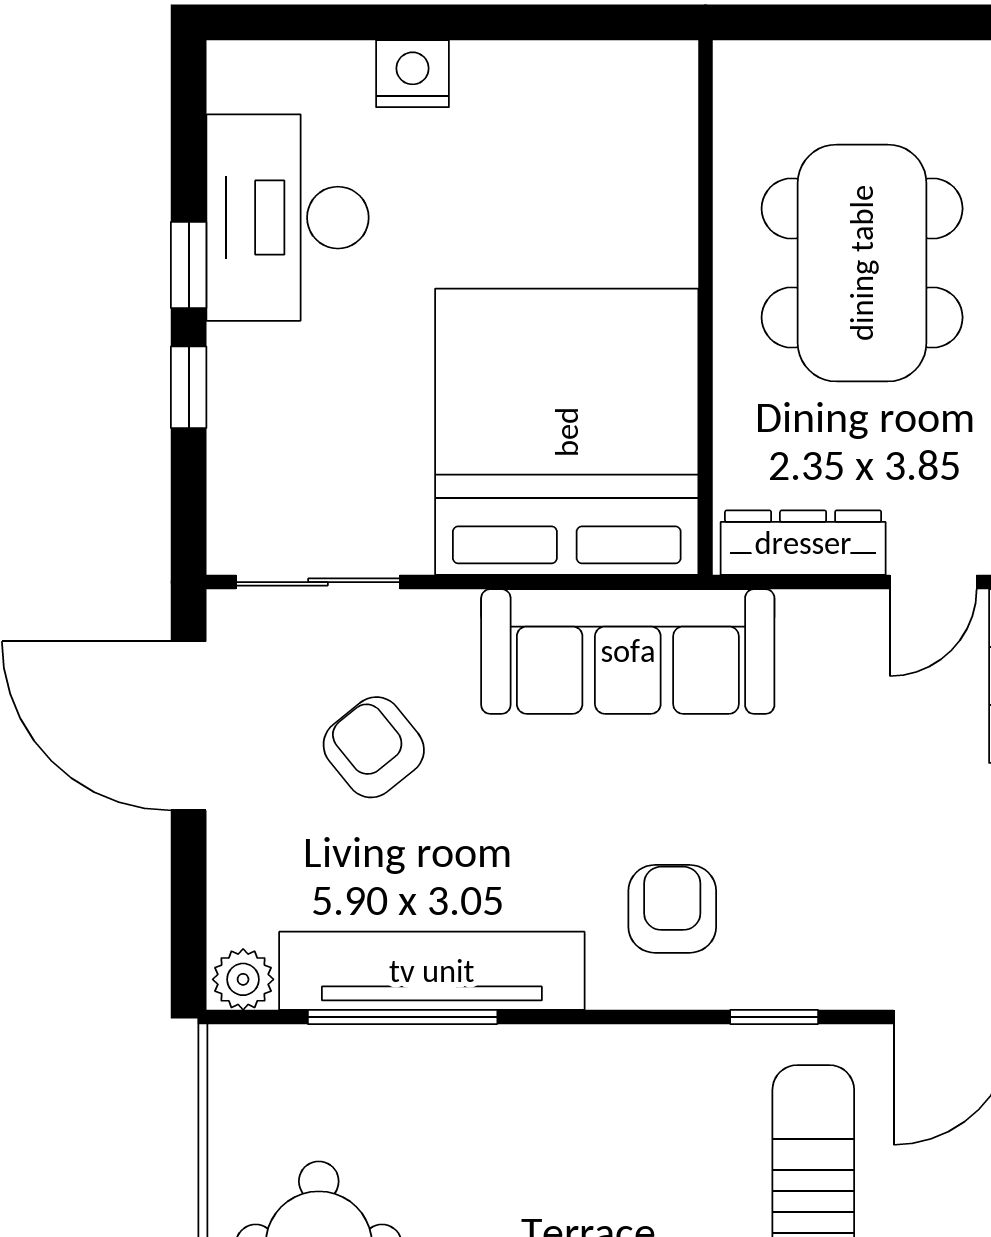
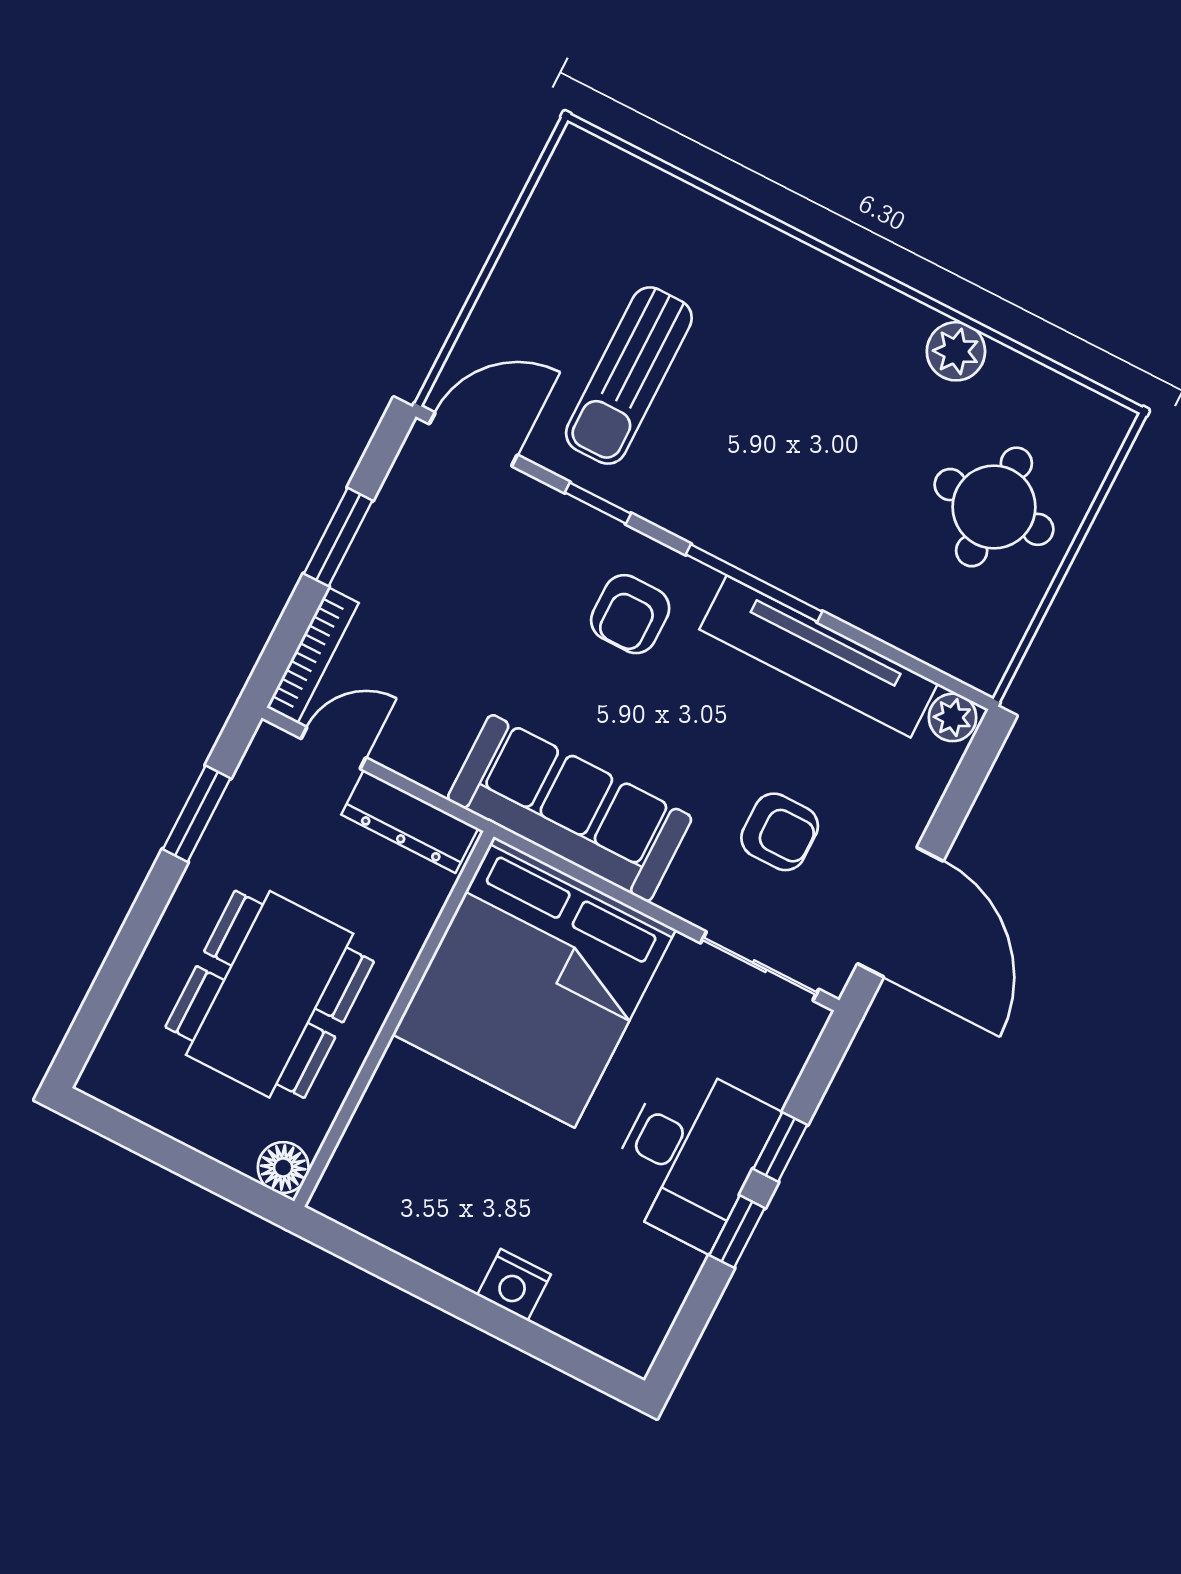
floor lamp: (745, 73) -> (283, 1167), added
desk: (288, 218) -> (690, 1155), moved
armchair: (374, 747) -> (780, 832), turned -51
window: (403, 1017) -> (754, 583), moved

